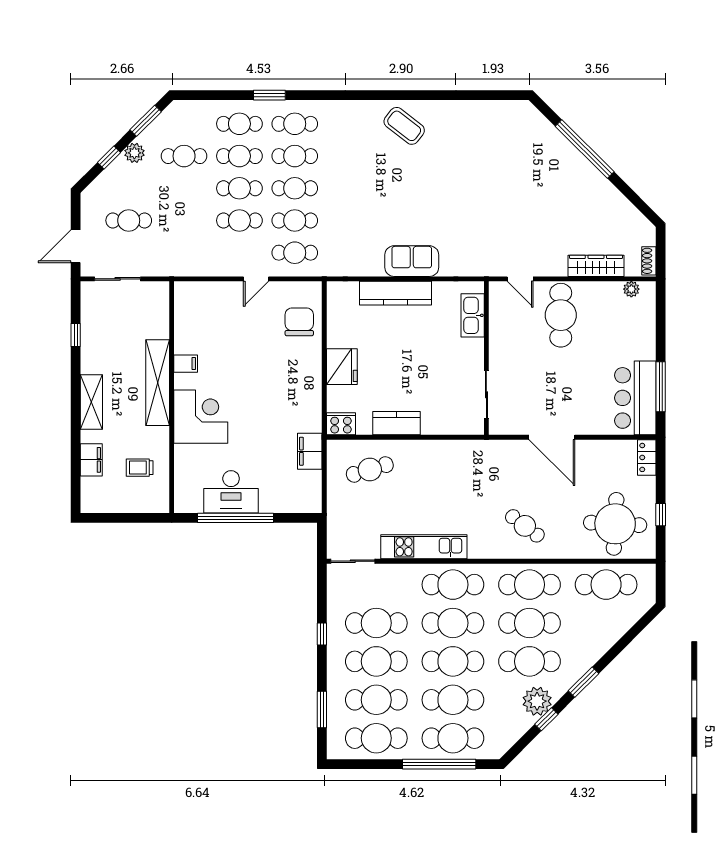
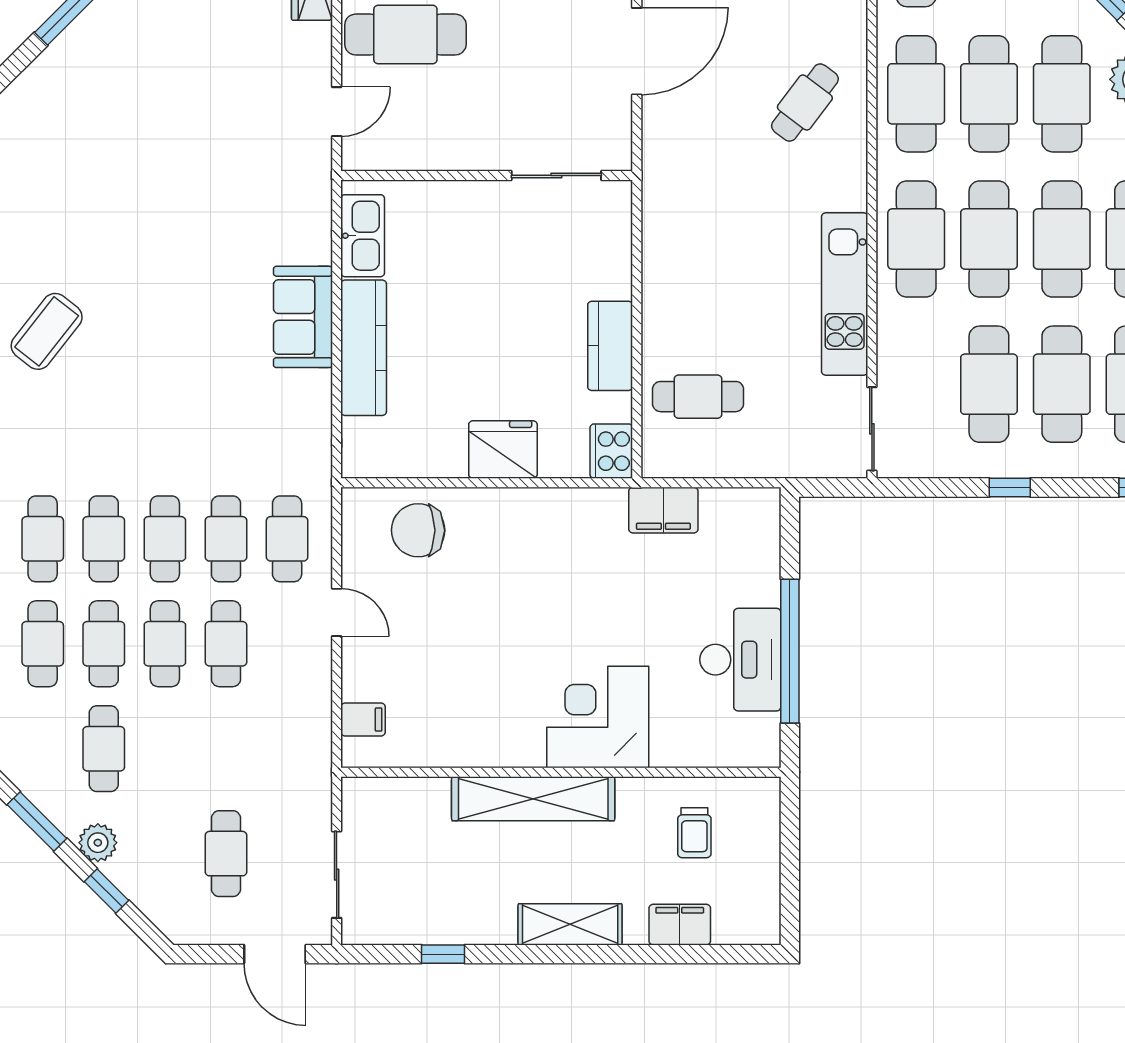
kitchen sink: (473, 315) -> (363, 236), moved, turned -90
filing cabinet: (186, 364) -> (363, 719), moved, turned 90
cafe table: (370, 470) -> (698, 397), turned -73

